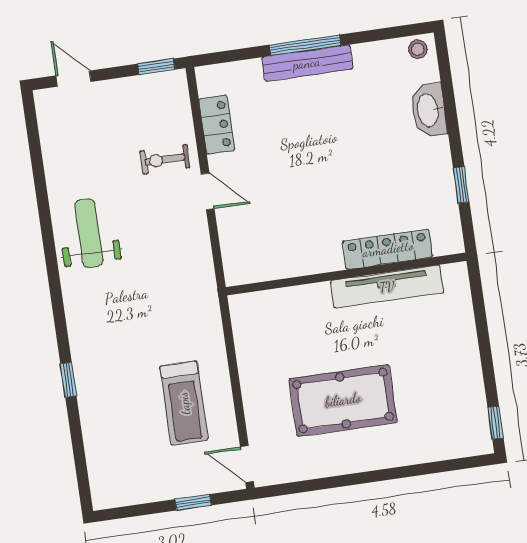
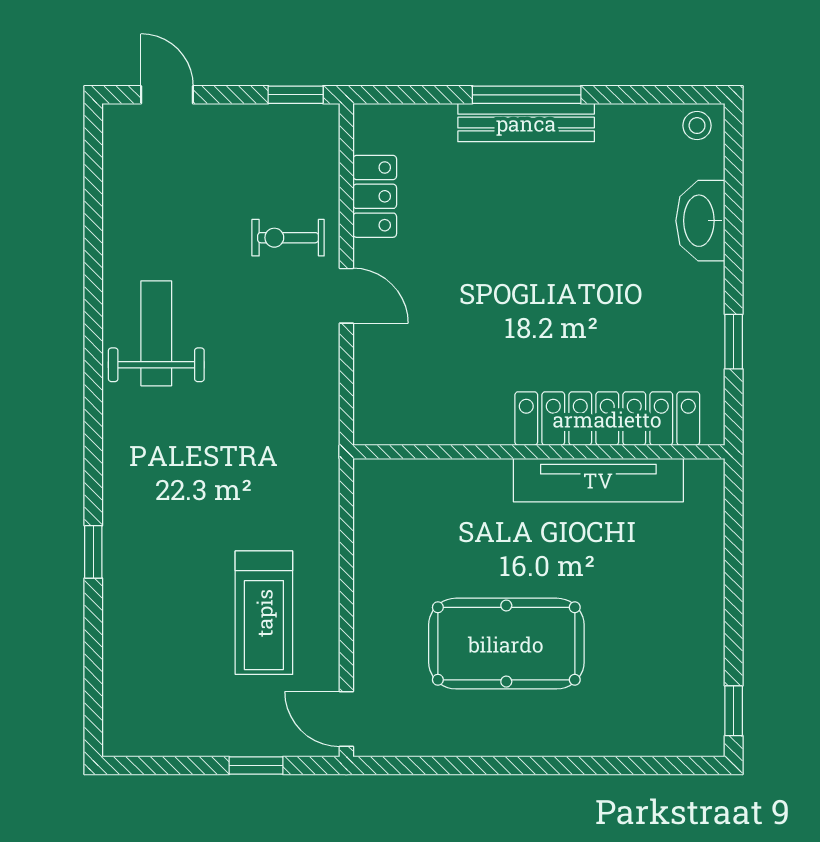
locker: (388, 249) -> (607, 419), width x1.41, depth x1.21

